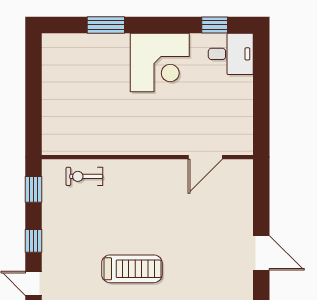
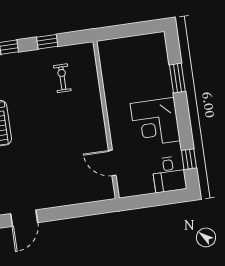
wall: (147, 157) -> (106, 120), moved
door: (205, 157) -> (112, 163), moved

